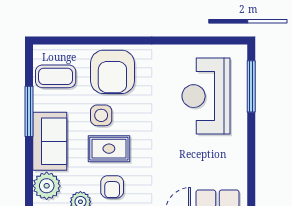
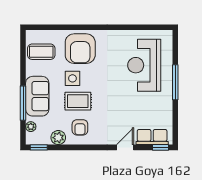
window: (251, 86) -> (175, 82), moved
window: (29, 111) -> (23, 103), moved
plant: (47, 186) -> (31, 127), width x0.53, depth x0.53

